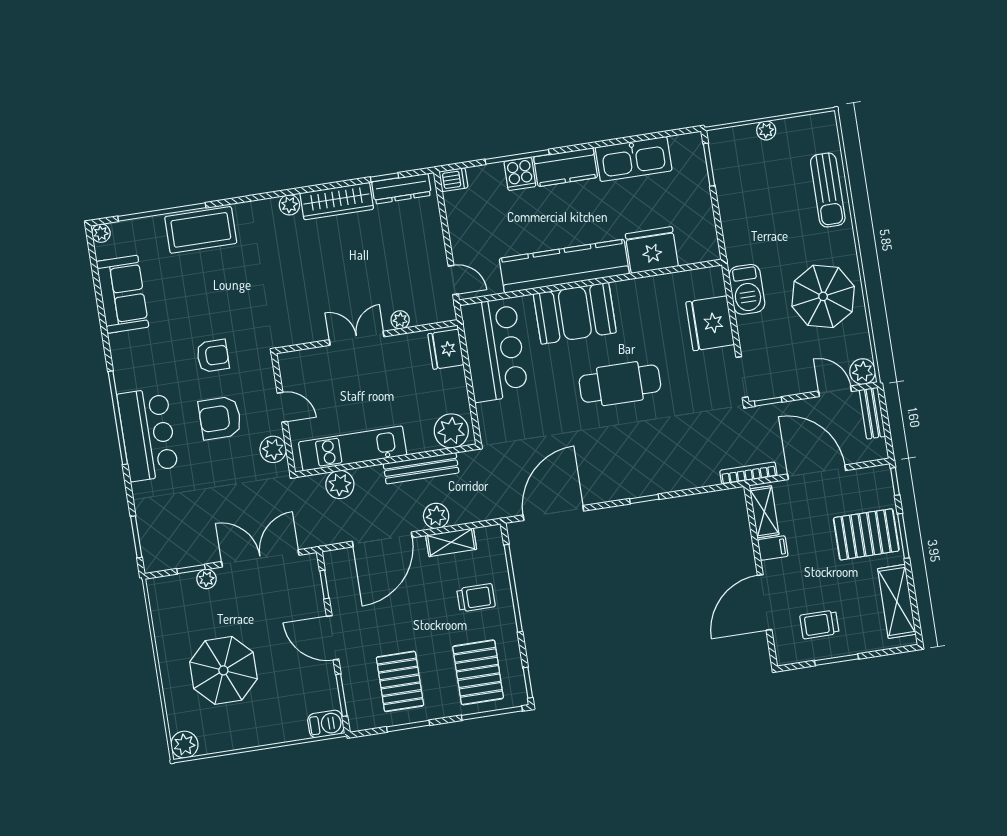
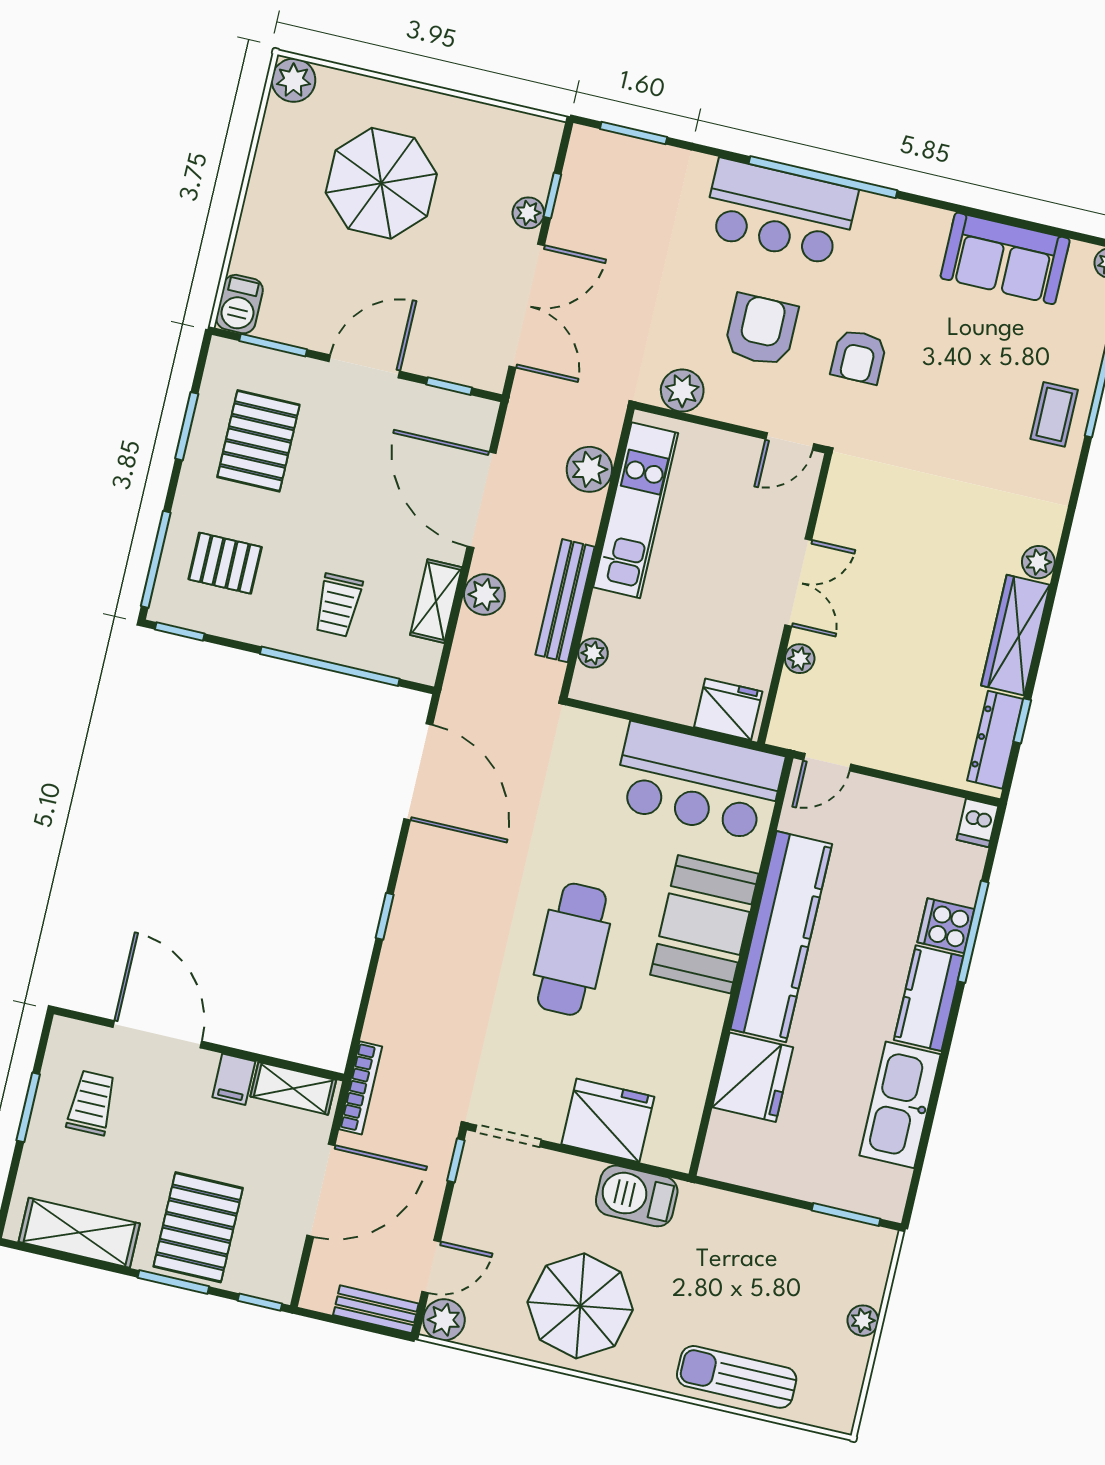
coffee table: (201, 230) -> (1054, 414), width x0.54, depth x0.58
door: (282, 407) -> (790, 441), moved
plant: (451, 431) -> (593, 653), width x0.53, depth x0.53
pallet: (478, 672) -> (225, 563), width x0.67, depth x0.71
pallet: (400, 681) -> (258, 441), turned 90

